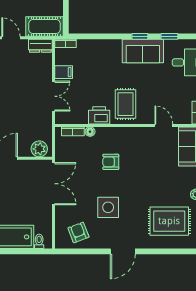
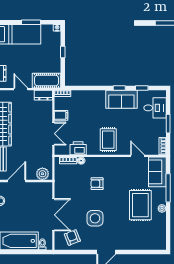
printer: (99, 115) -> (78, 148), moved
double door: (53, 184) -> (53, 215), moved
rug: (169, 221) -> (140, 205), moved, turned 90

